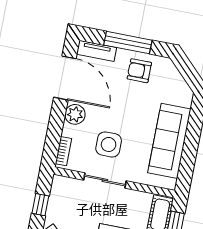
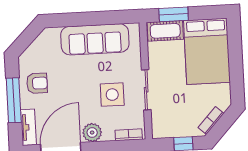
armchair: (139, 71) -> (37, 83), turned -90

